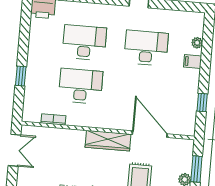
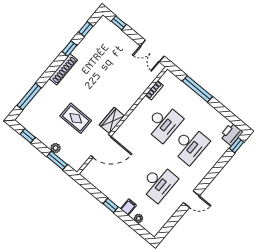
window: (21, 76) -> (197, 89), width x2.17
window: (202, 102) -> (111, 205), moved
wardrobe: (108, 141) -> (112, 120), width x0.67

